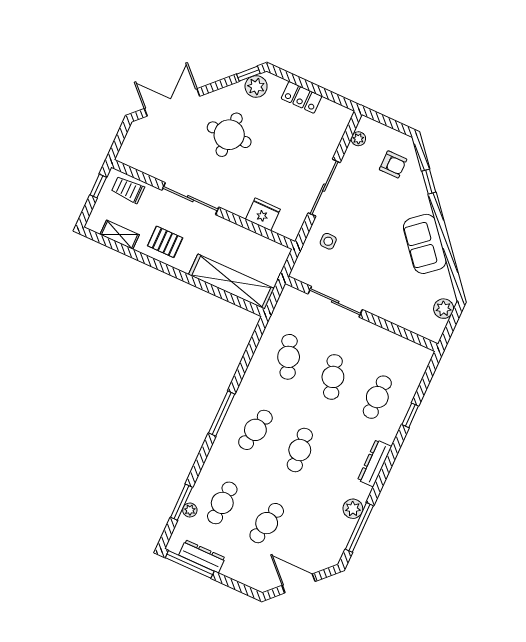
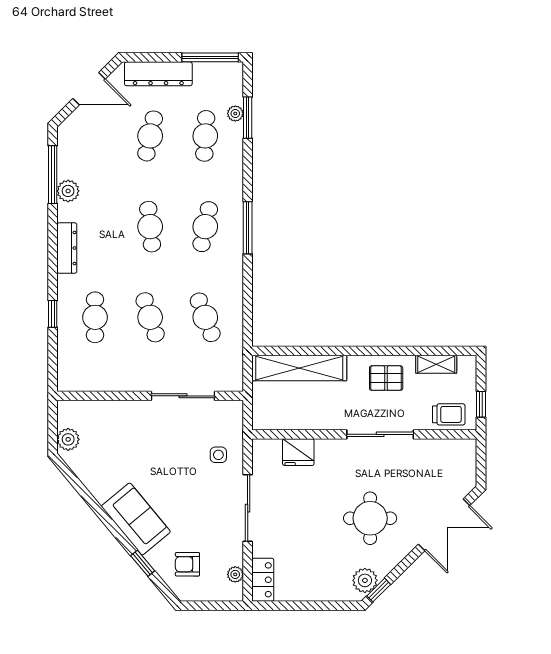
locker: (301, 97) -> (263, 580), moved, turned 90
sofa: (425, 244) -> (136, 519), moved
dresser: (202, 556) -> (158, 74), moved, width x1.37, depth x1.24

